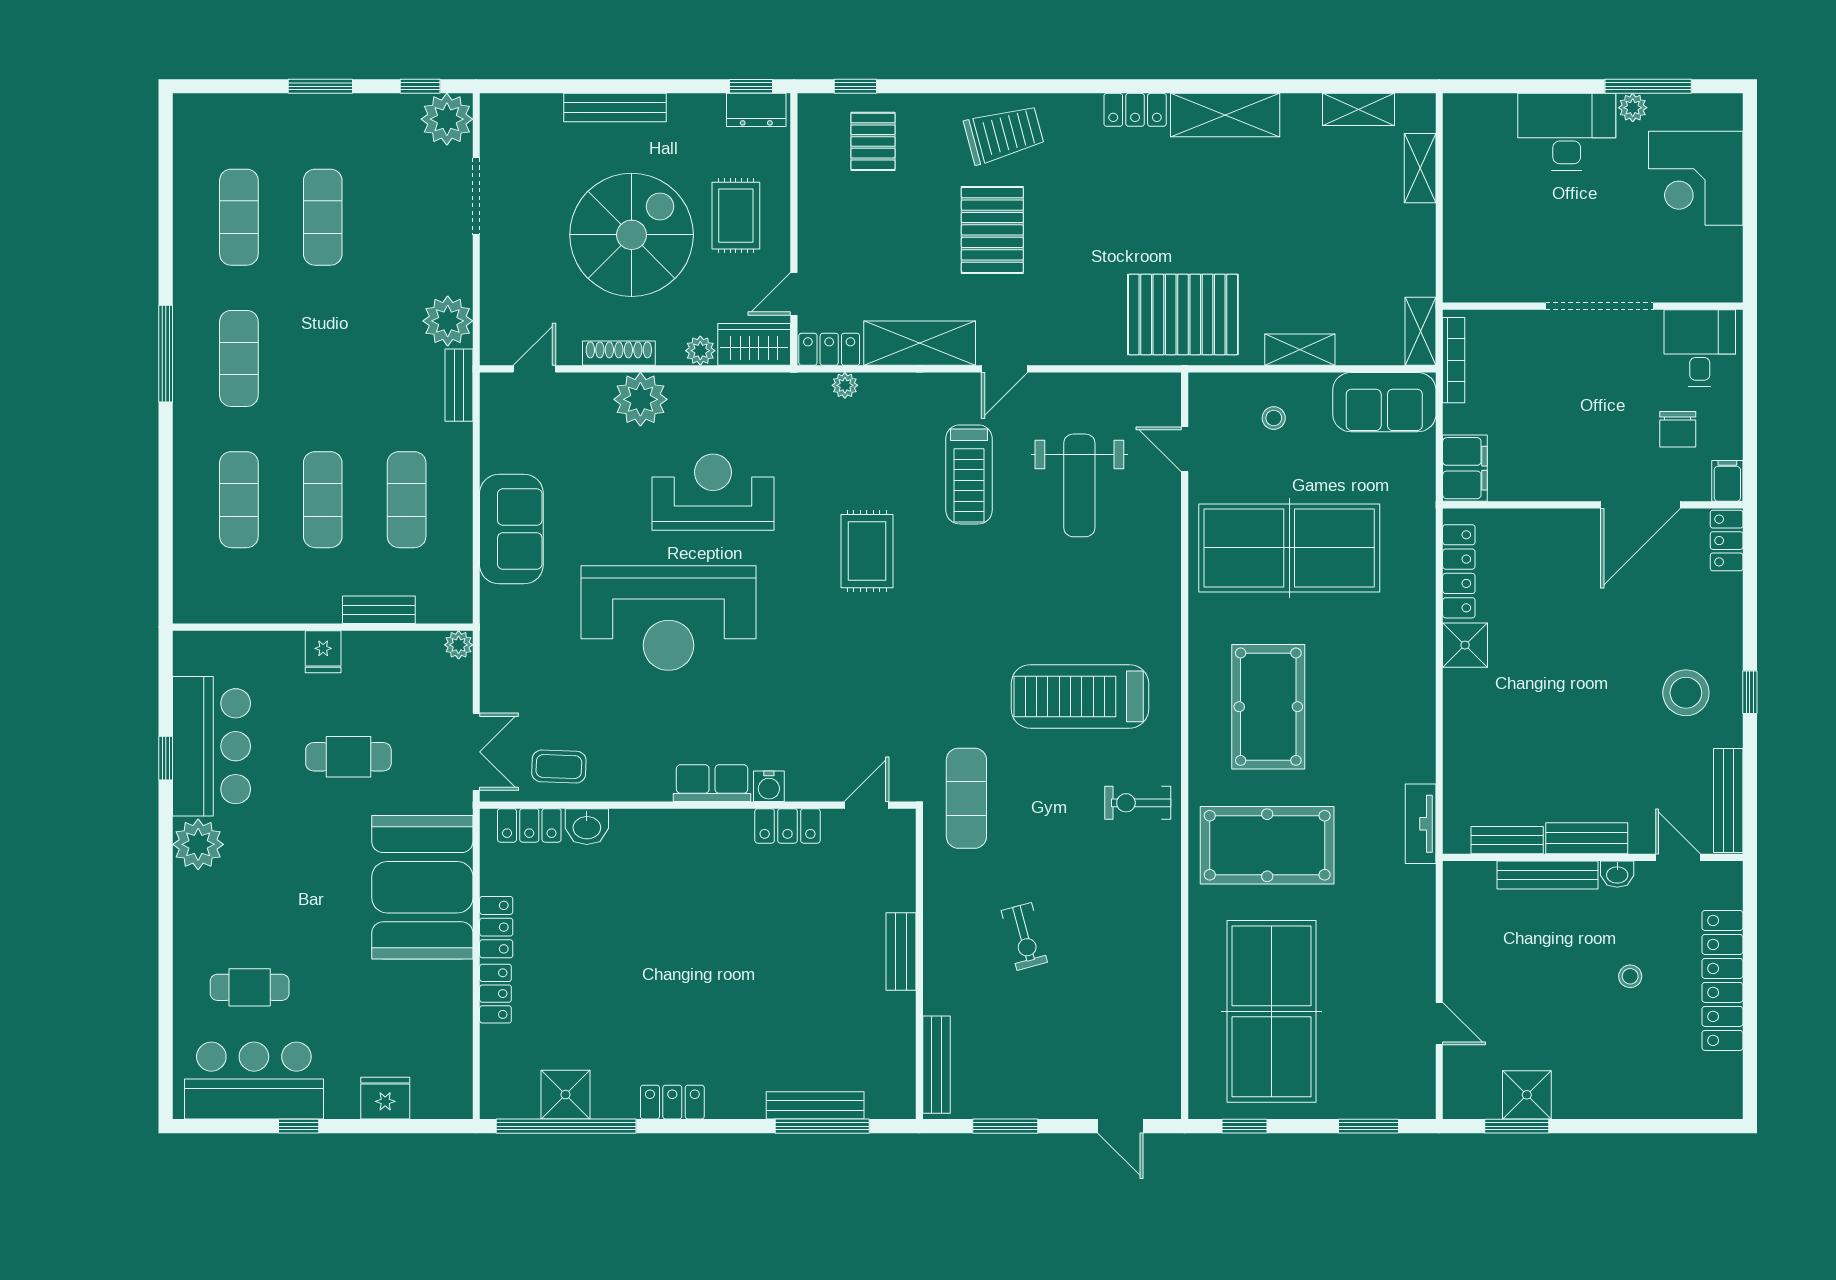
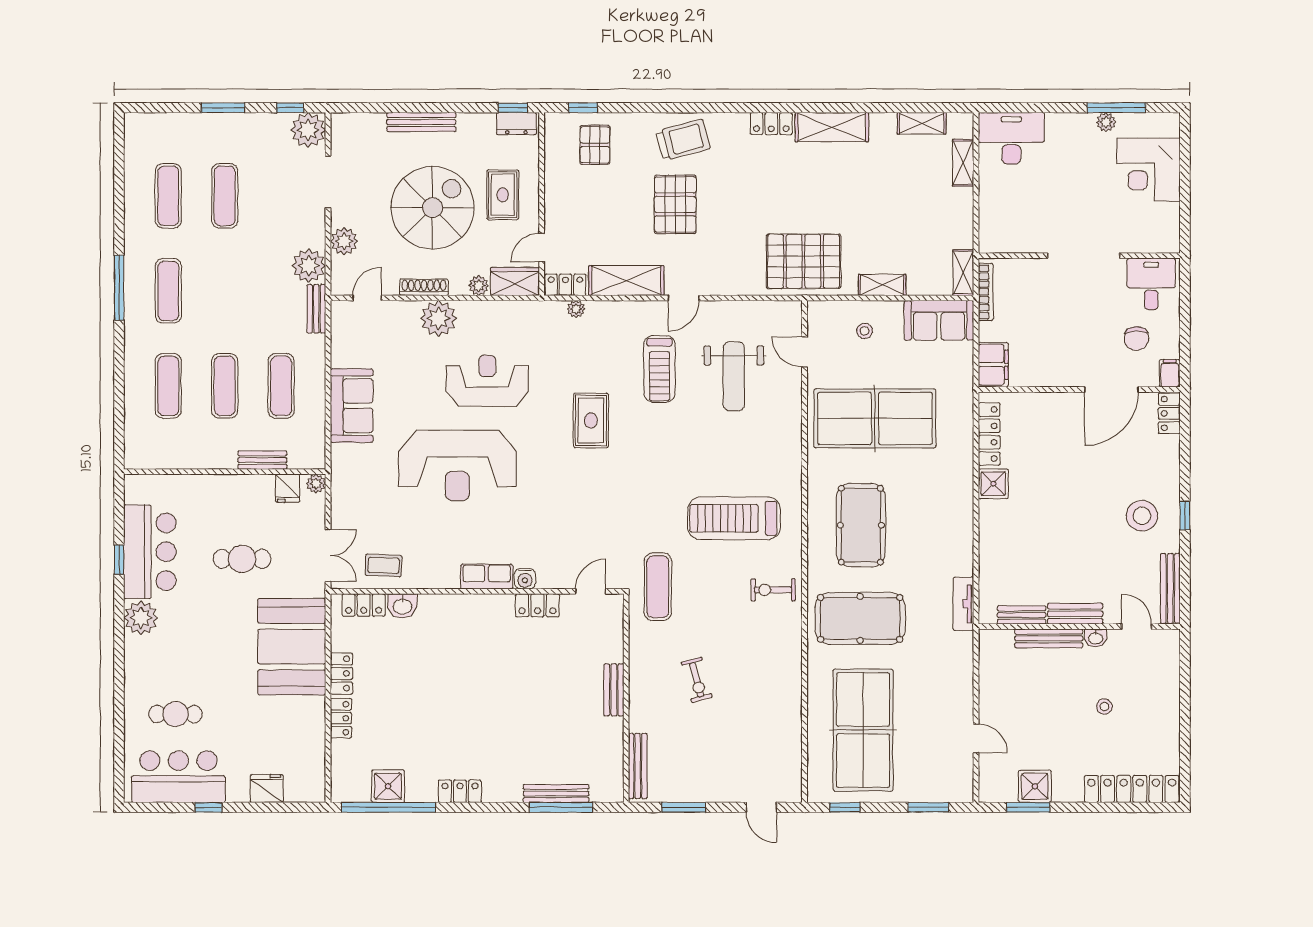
desk: (1567, 132) -> (1011, 138), moved
plant: (500, 285) -> (344, 241), added
fridge: (323, 652) -> (288, 488), moved
locker: (1722, 980) -> (1132, 789), moved, turned 90

